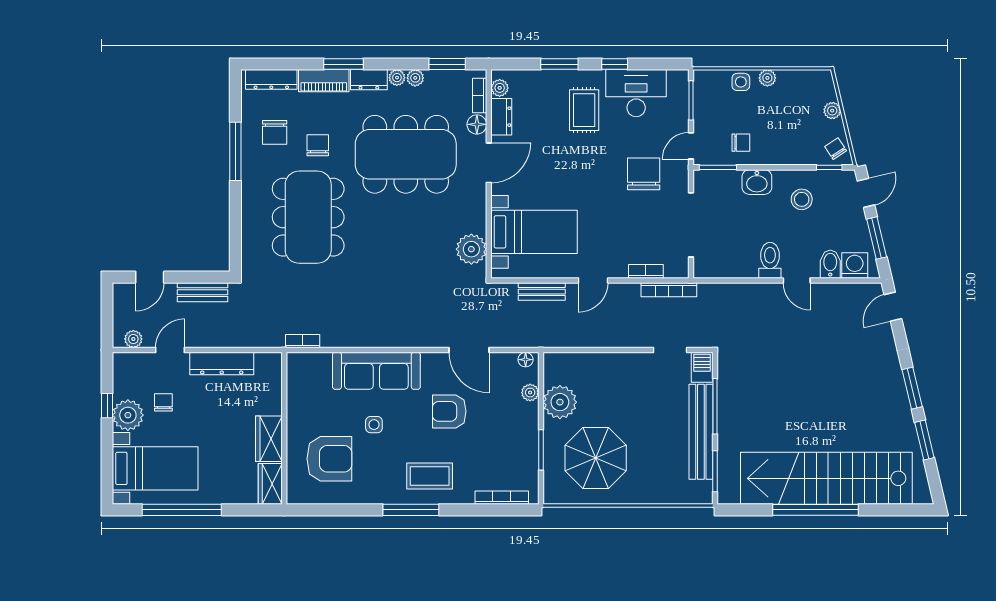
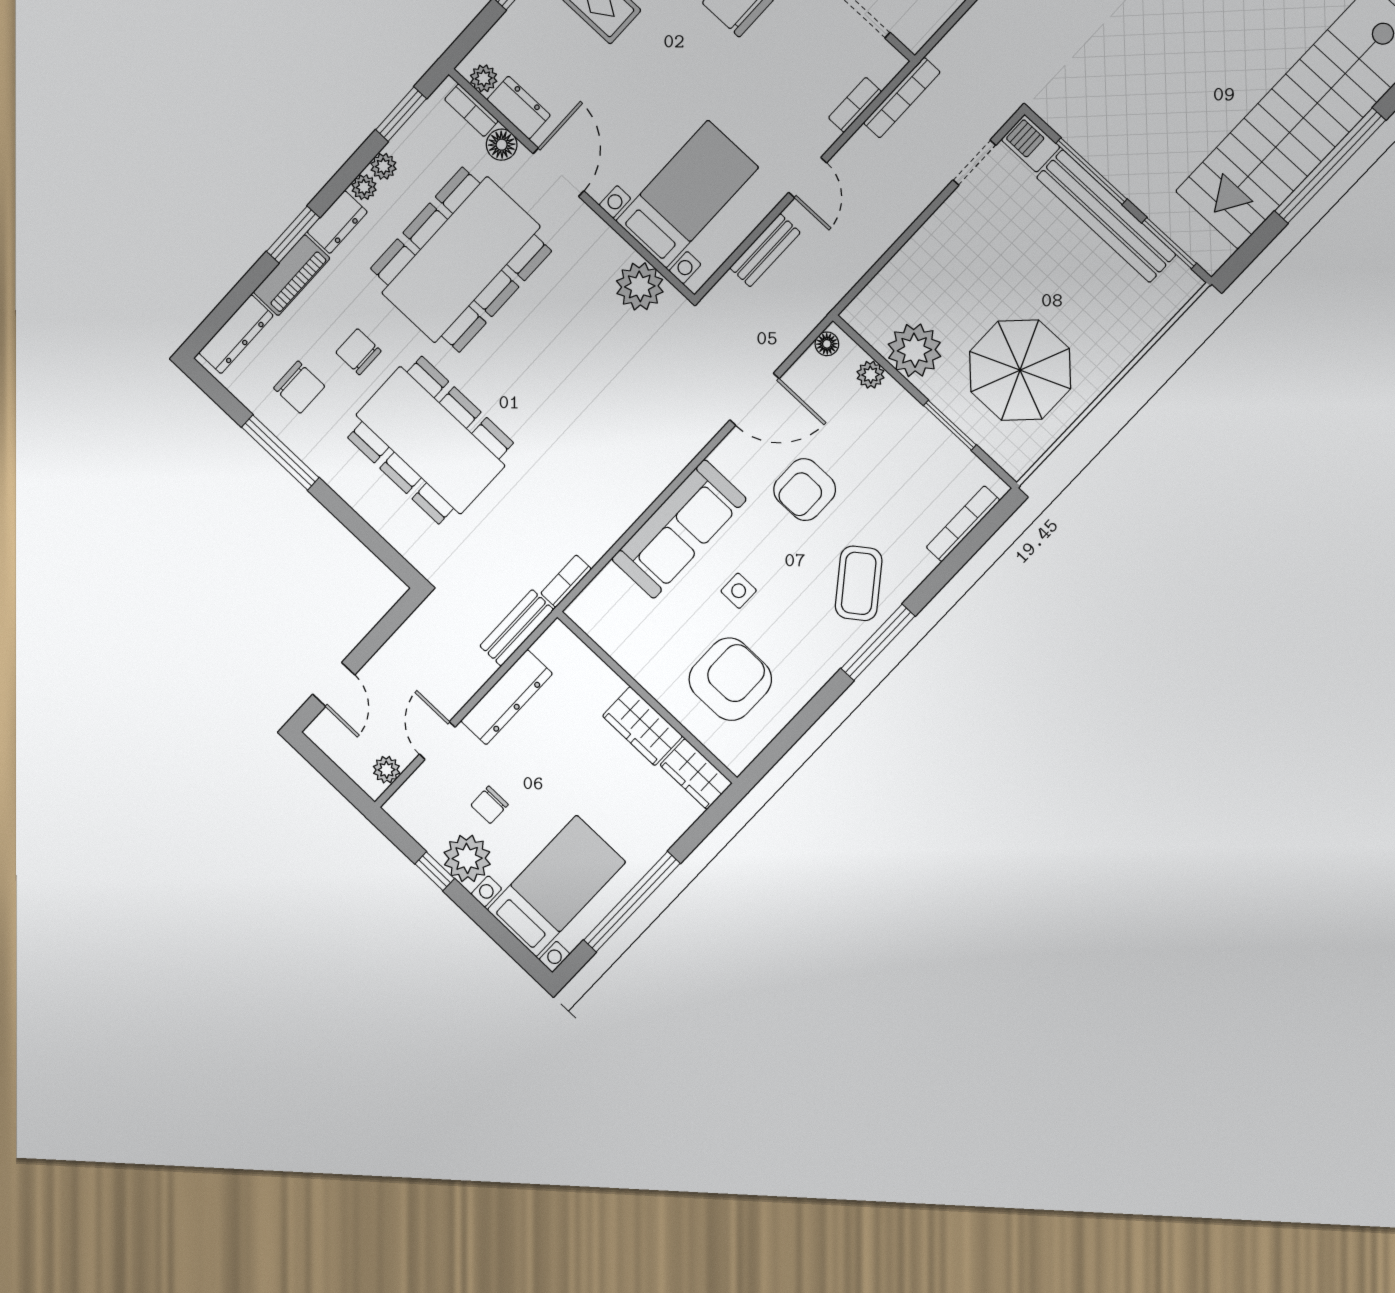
bench: (203, 292) -> (517, 628), moved
chair: (163, 402) -> (490, 805), turned -90
coffee table: (430, 476) -> (859, 583), turned -37

